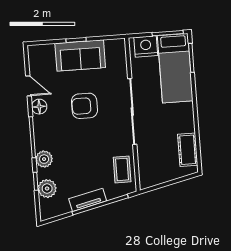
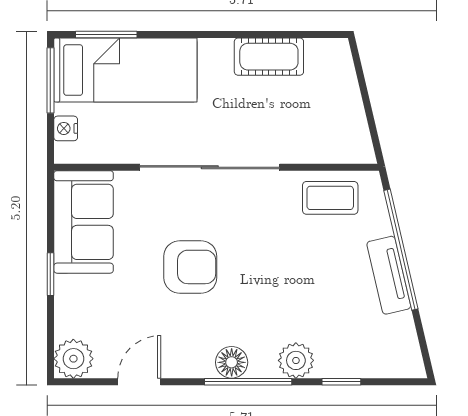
nightstand: (146, 46) -> (66, 128), width x0.53, depth x0.56
sofa: (80, 55) -> (84, 222), moved
armchair: (84, 106) -> (190, 267), turned -90
floor lamp: (39, 107) -> (232, 362), moved
cot: (188, 150) -> (269, 57), moved
plant: (47, 189) -> (73, 359), moved

